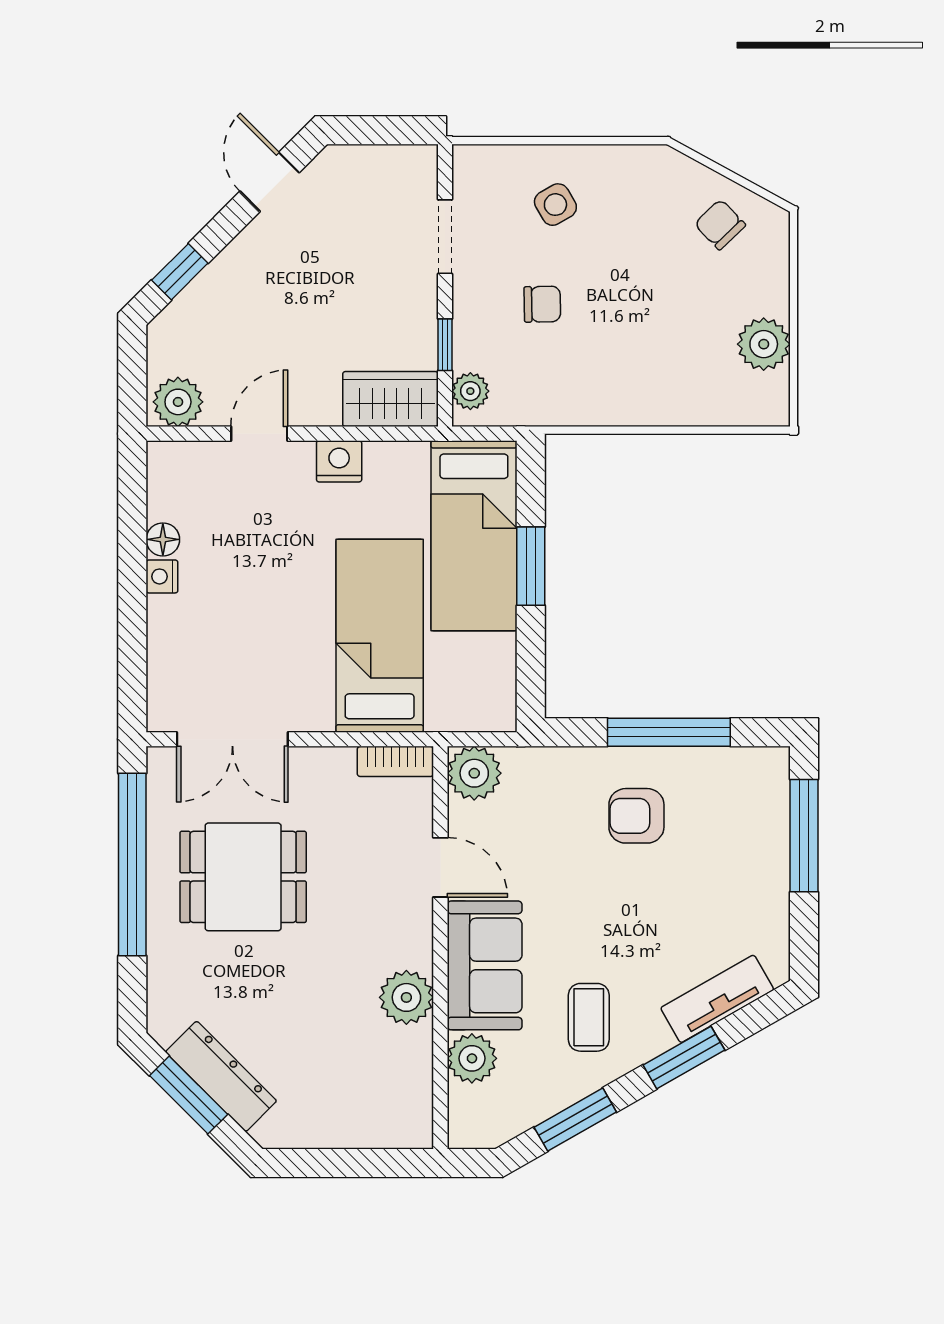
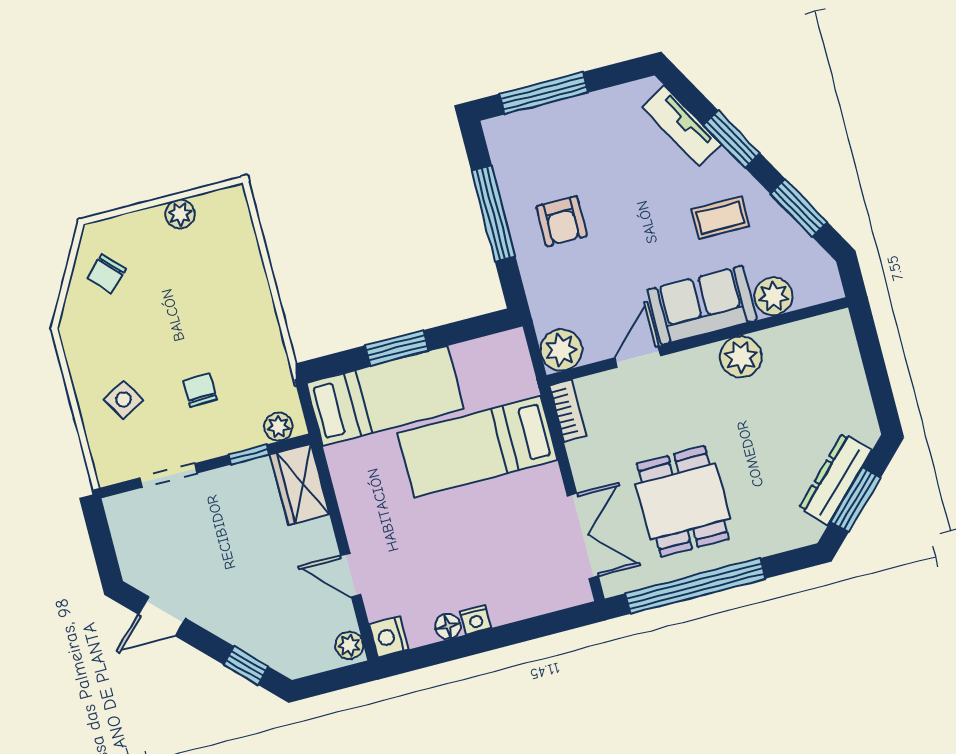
plant: (764, 344) -> (180, 214), width x0.73, depth x0.73
plant: (178, 402) -> (349, 645), width x0.73, depth x0.73
nightstand: (339, 461) -> (389, 637), moved

